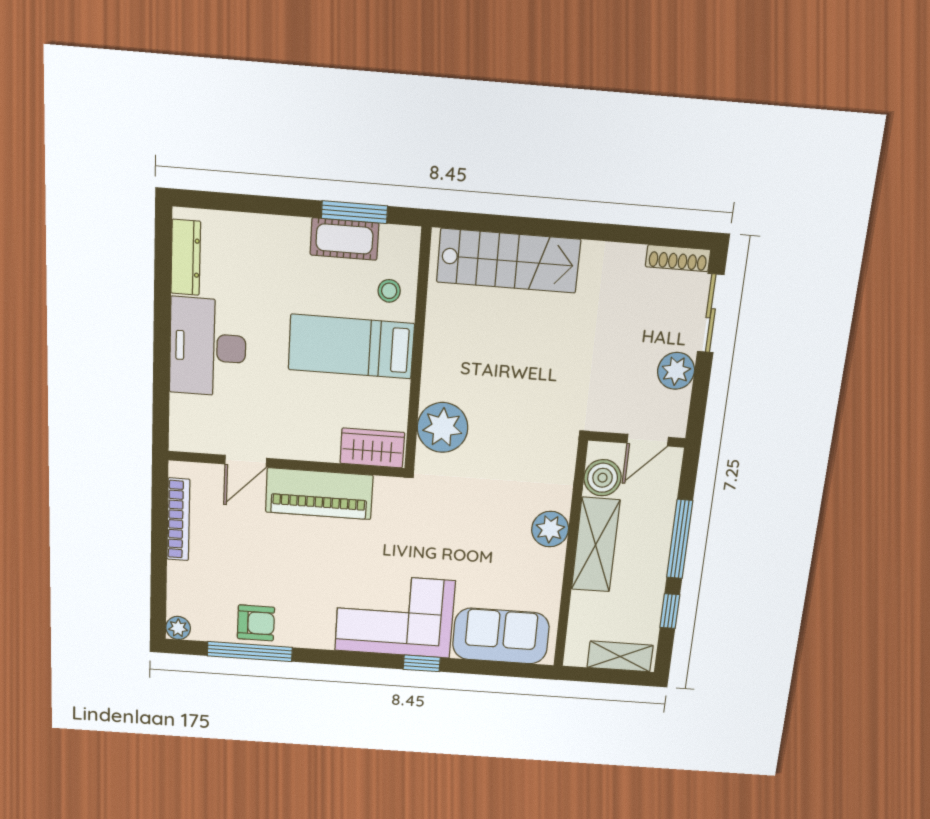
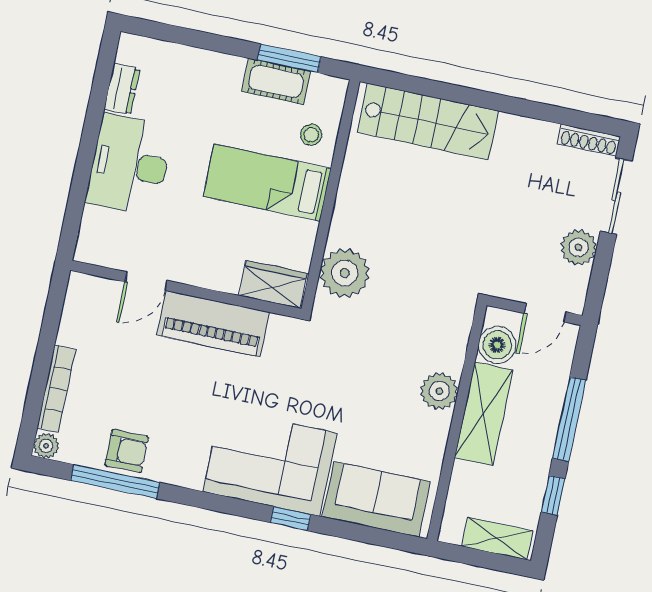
dresser: (186, 257) -> (122, 89), width x0.70
bookcase: (178, 519) -> (56, 389), moved

